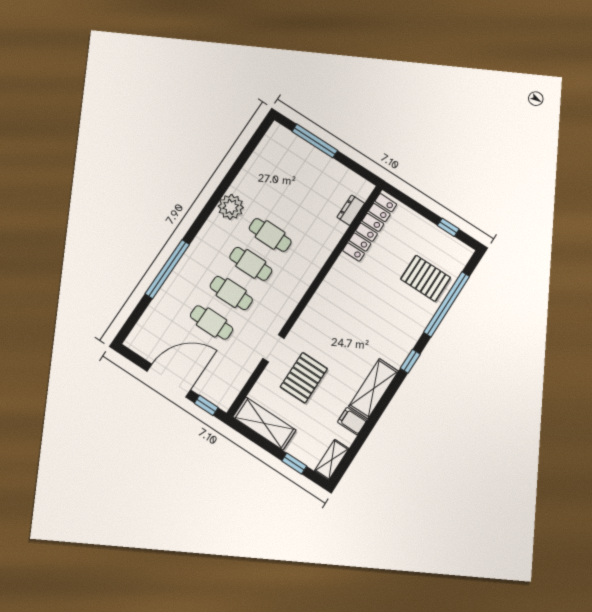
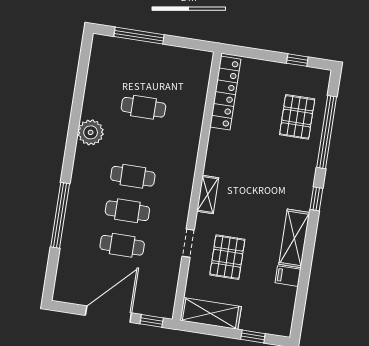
dresser: (351, 210) -> (201, 85), removed
cafe table: (270, 235) -> (143, 107), moved
pallet: (426, 278) -> (297, 117), turned 90
shelving: (332, 460) -> (208, 194), moved

